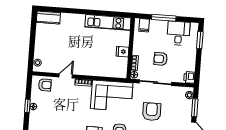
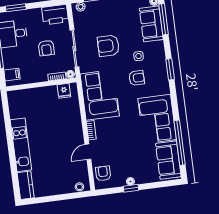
kitchen unit: (108, 22) -> (21, 145), moved
fridge: (122, 52) -> (64, 91), moved
door: (66, 76) -> (88, 152), hinge flipped
printer: (189, 77) -> (55, 15), width x1.87, depth x1.48

